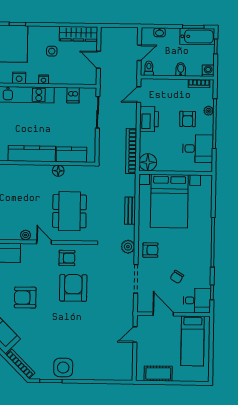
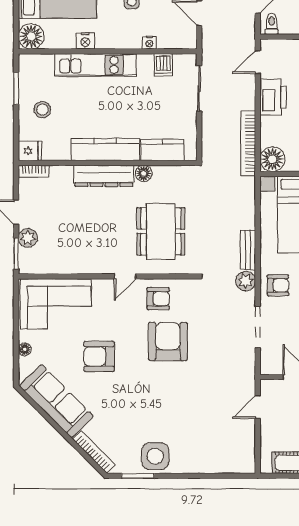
nightstand: (44, 79) -> (149, 43), moved
dresser: (31, 172) -> (104, 176), added
bench: (130, 211) -> (248, 250), moved
plant: (26, 235) -> (98, 267), removed
door: (44, 242) -> (125, 276), swing flipped

